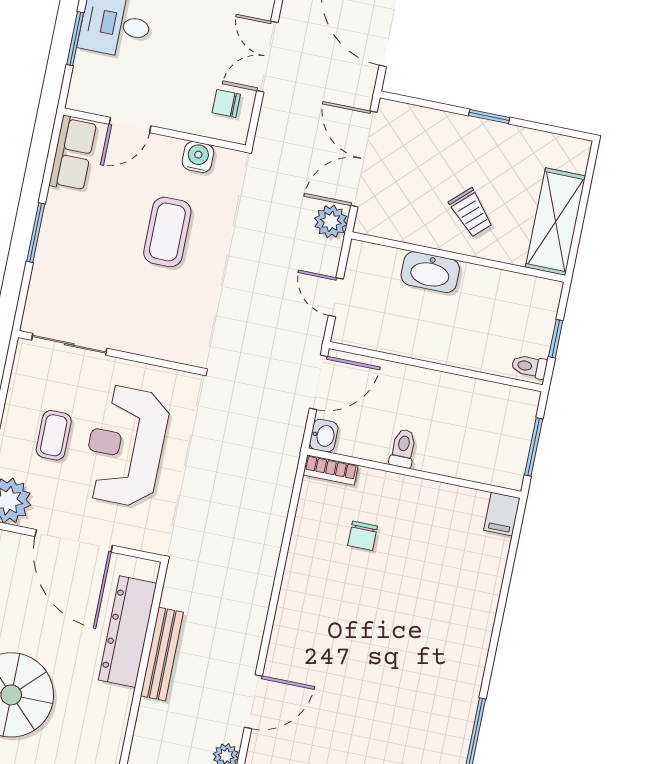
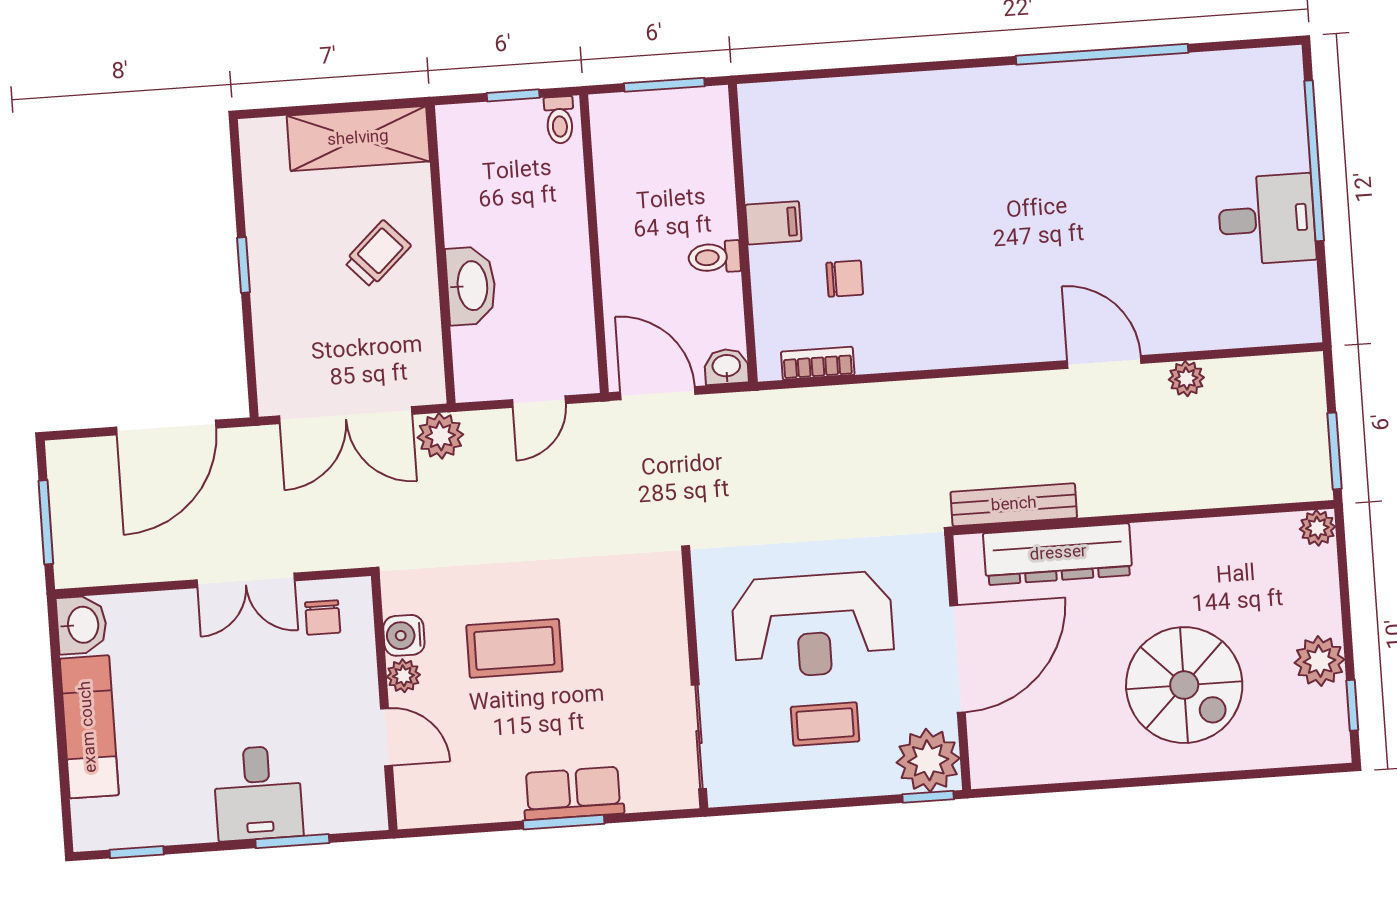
plant: (170, 149) -> (403, 676), added
row of seats: (73, 154) -> (573, 793), moved
bookcase: (331, 470) -> (818, 363), moved, turned -90
filing cabinet: (502, 514) -> (773, 223), moved
bench: (162, 654) -> (1014, 505), moved

